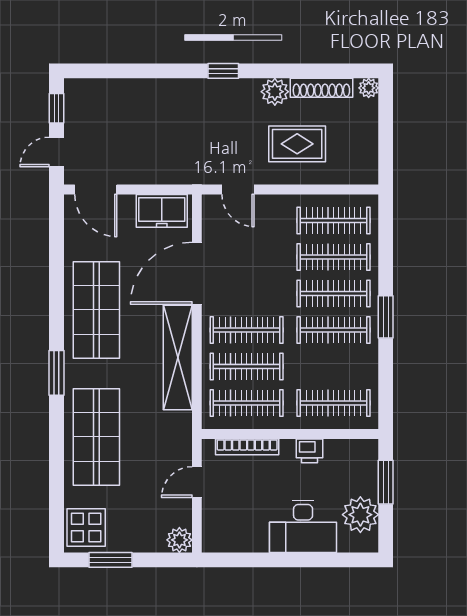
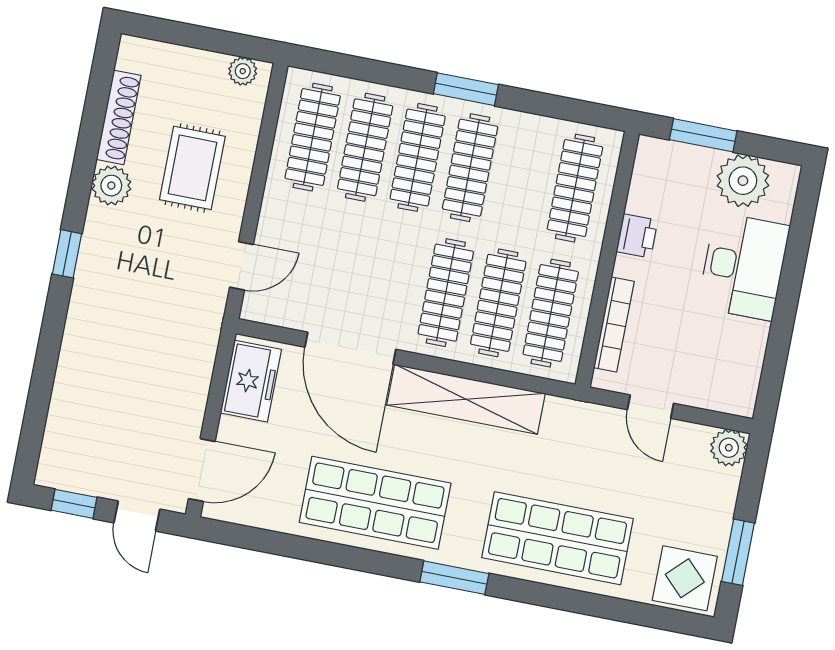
plant: (369, 88) -> (243, 71), moved

